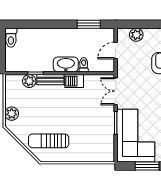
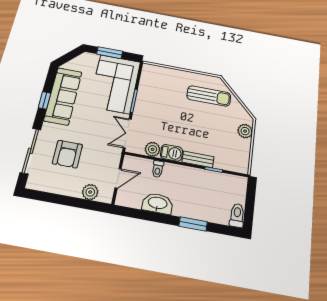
window: (89, 24) -> (193, 224), moved
washbasin: (66, 64) -> (158, 203), moved, turned 180
plant: (29, 81) -> (153, 149), moved
double door: (116, 91) -> (127, 133), swing flipped

